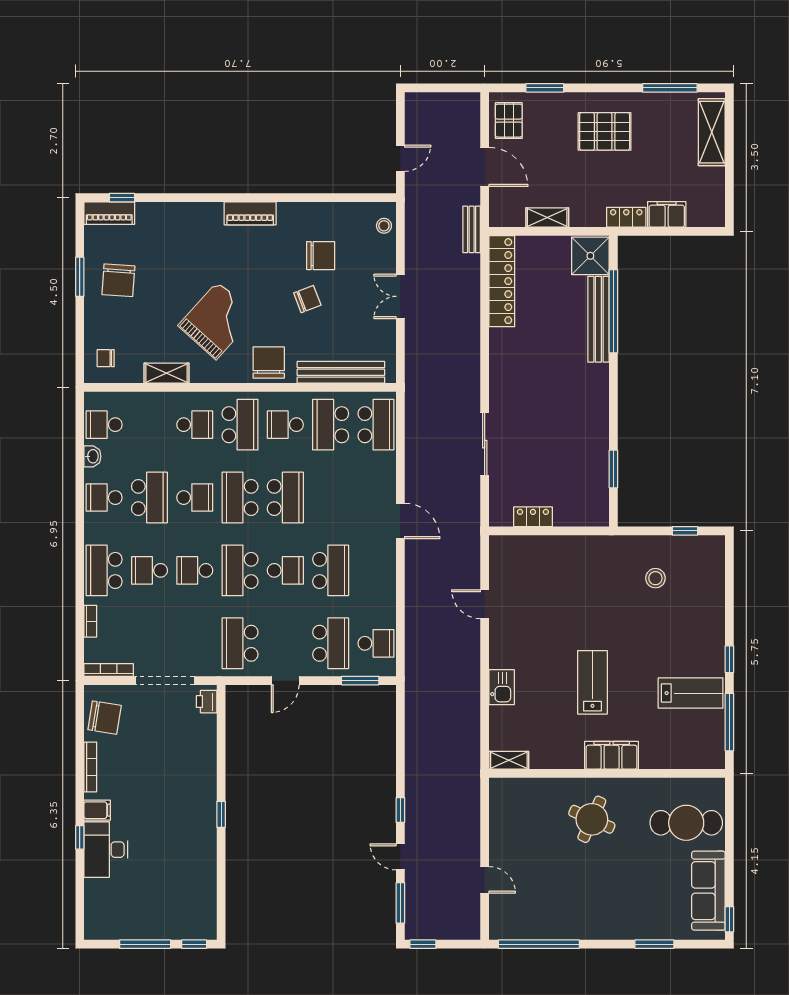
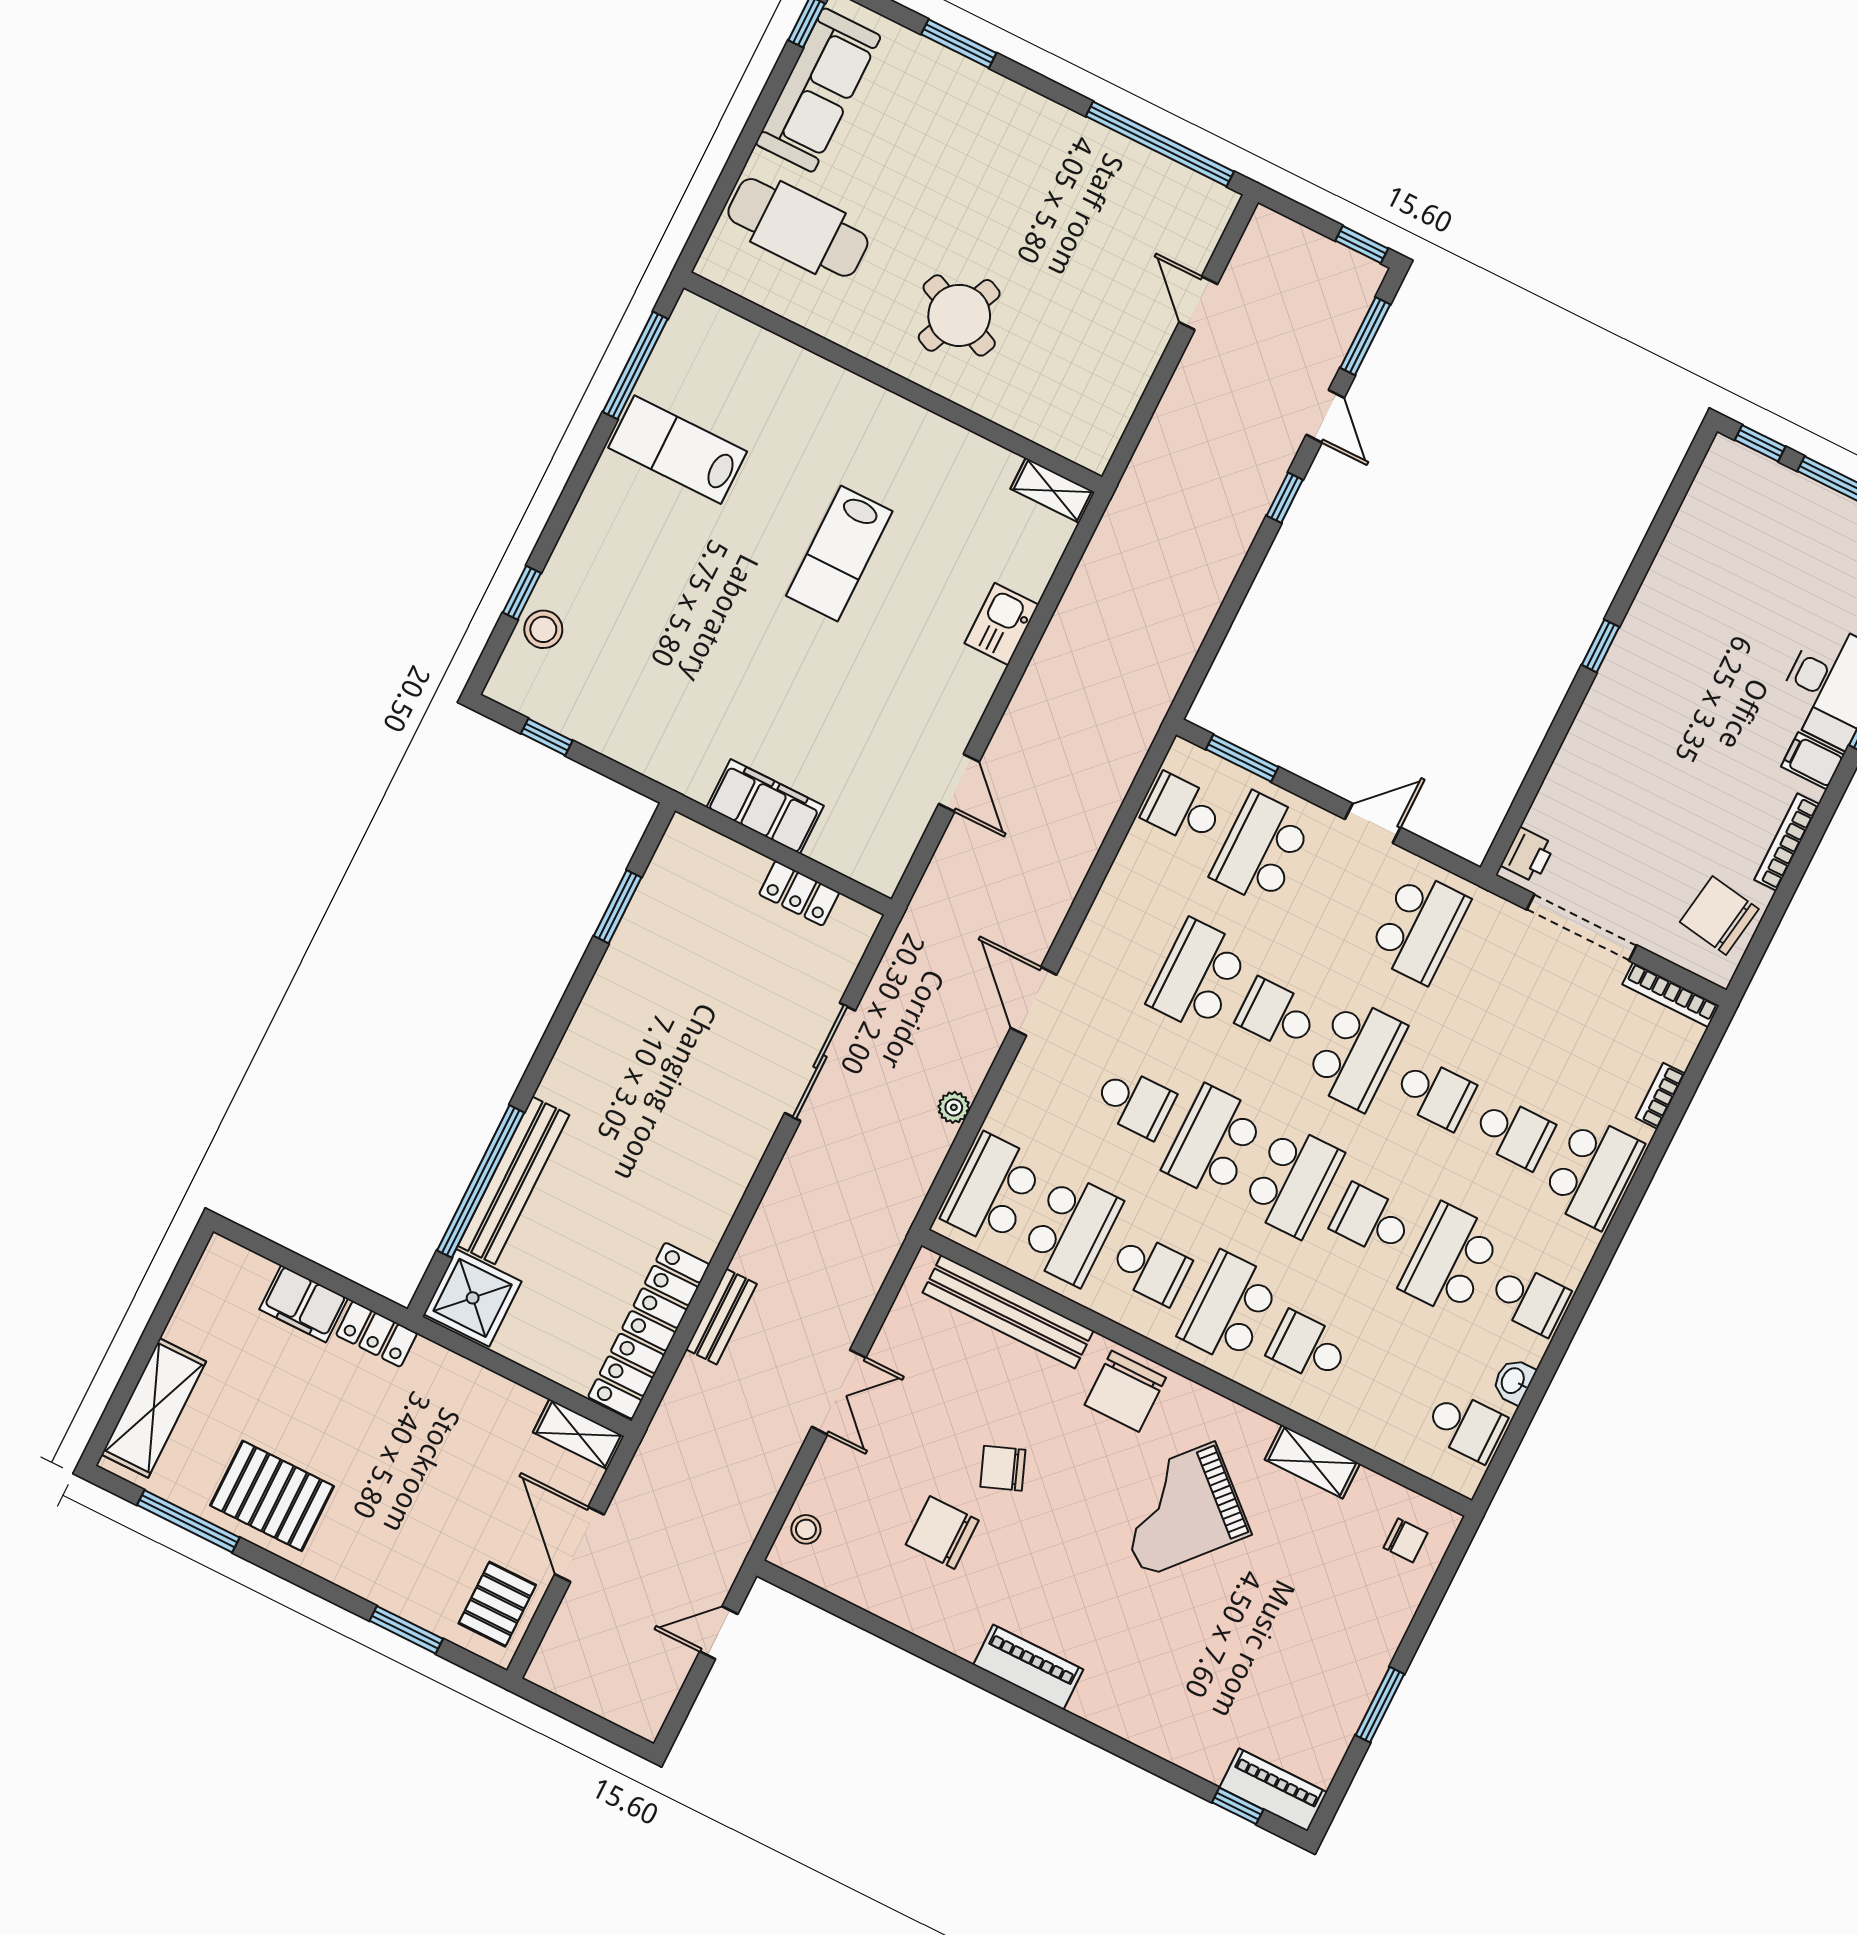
pallet: (605, 131) -> (272, 1496), moved
shelving: (547, 217) -> (579, 1434), moved
bench: (472, 229) -> (721, 1317), moved
chair: (118, 280) -> (1316, 1665), removed
plant: (413, 454) -> (954, 1107), added
school desk: (331, 498) -> (1135, 1102), added
stool: (655, 578) -> (543, 629), moved
window: (729, 659) -> (522, 593), moved
filing cabinet: (612, 755) -> (765, 806), moved, turned 180

